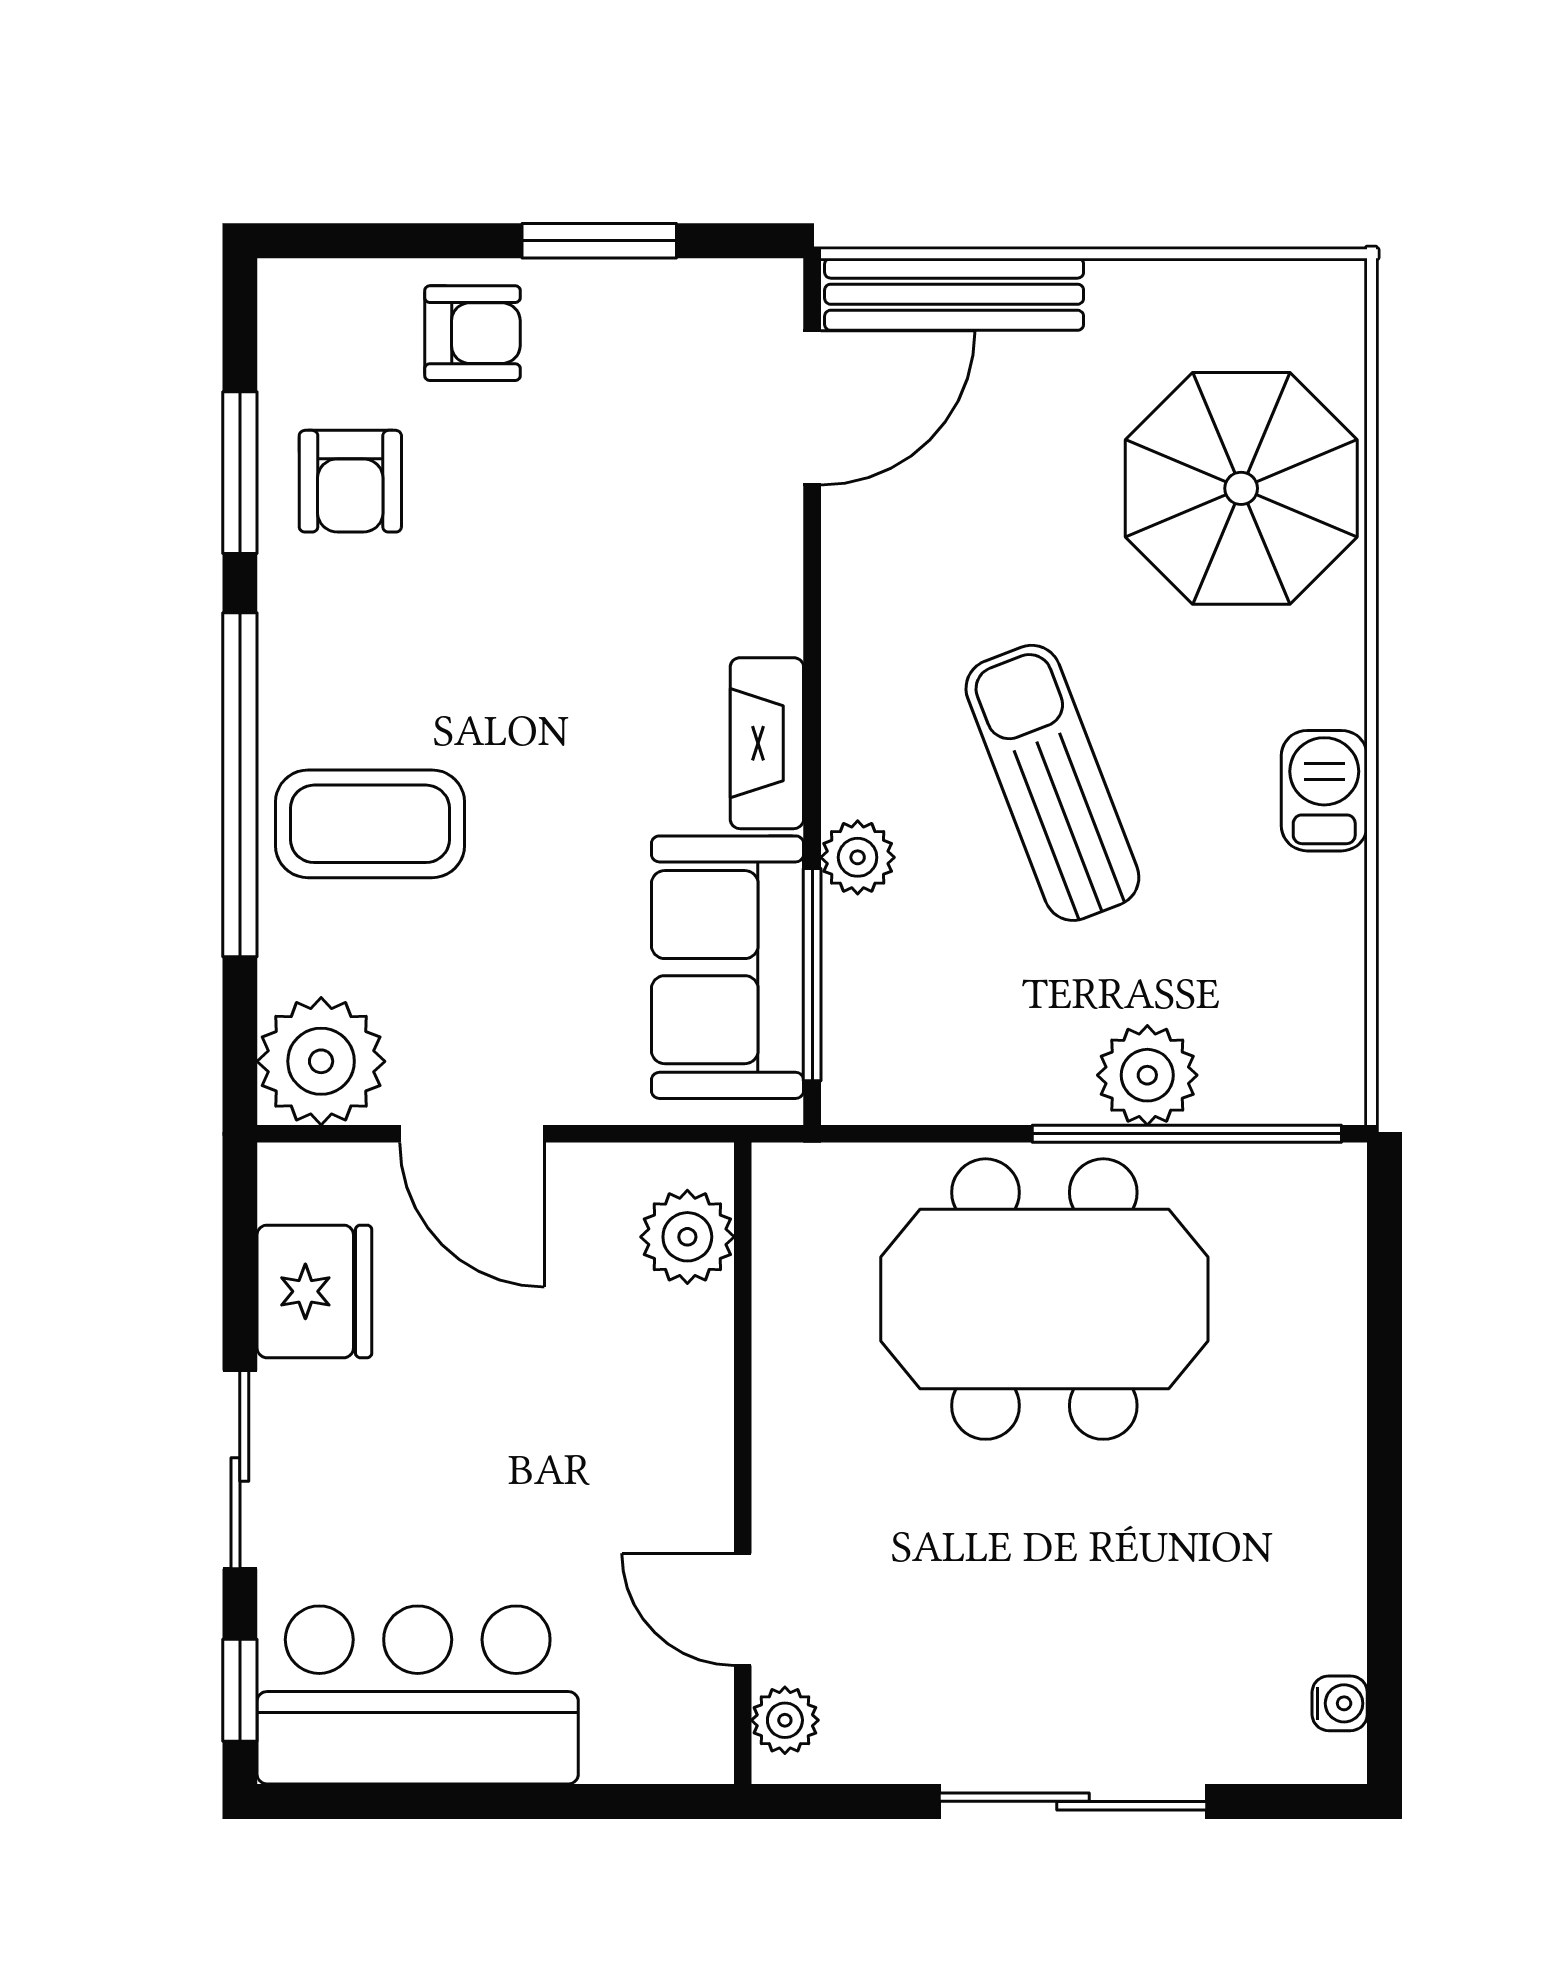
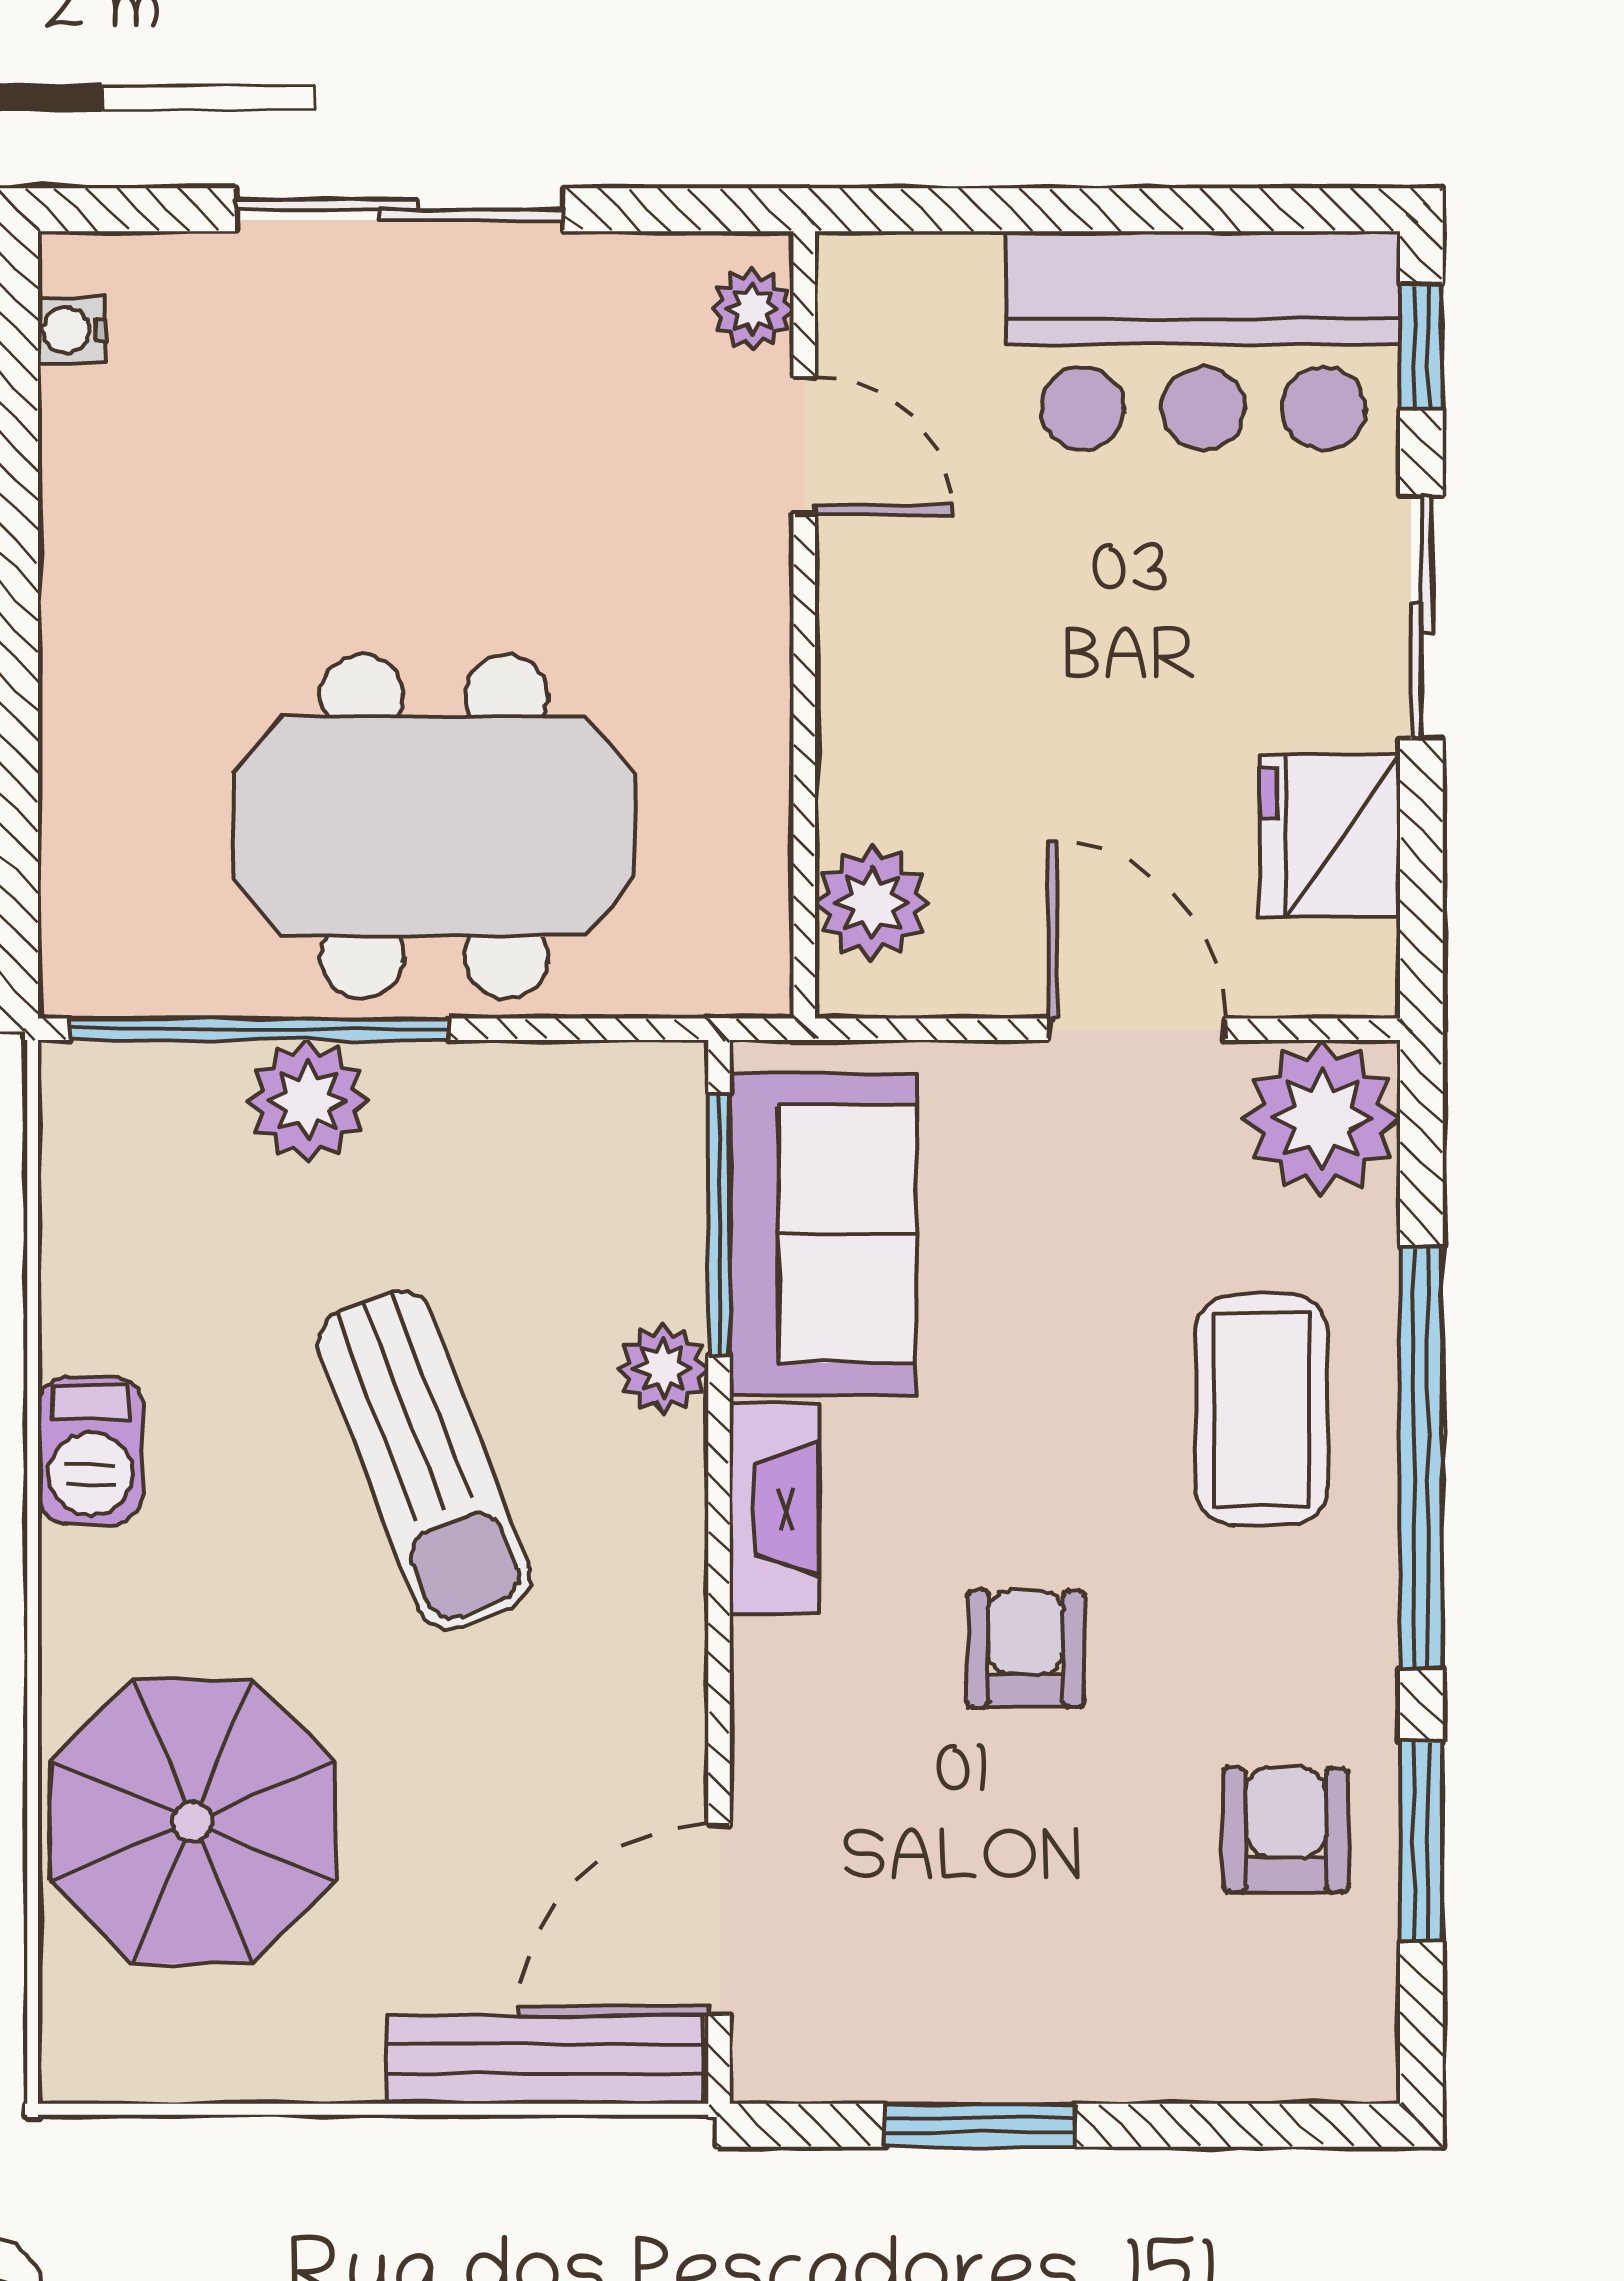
armchair: (473, 333) -> (1026, 1649), moved, turned 90
coffee table: (370, 824) -> (1262, 1410), turned 90

